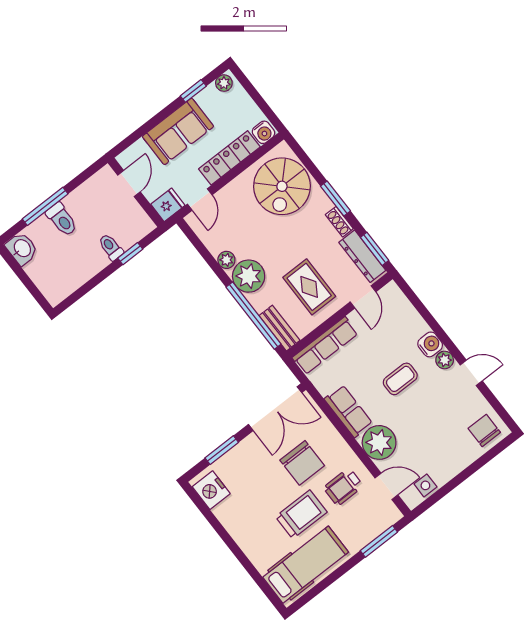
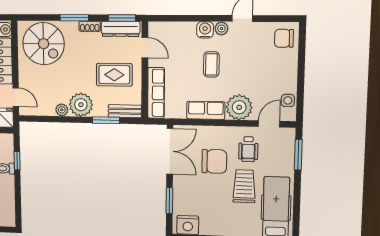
window: (254, 316) -> (106, 120), width x0.47

